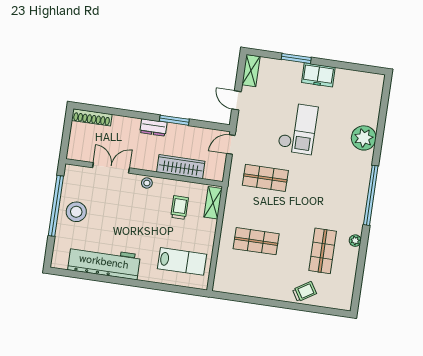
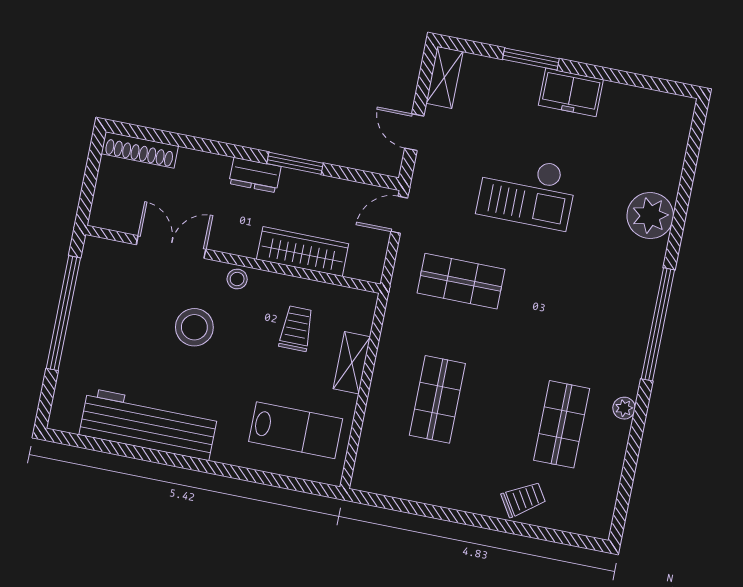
checkout: (298, 128) -> (527, 191), turned 90
shelving: (213, 203) -> (352, 363), moved
stool: (76, 212) -> (194, 327), moved
shop shelf: (256, 241) -> (437, 399), turned 90

